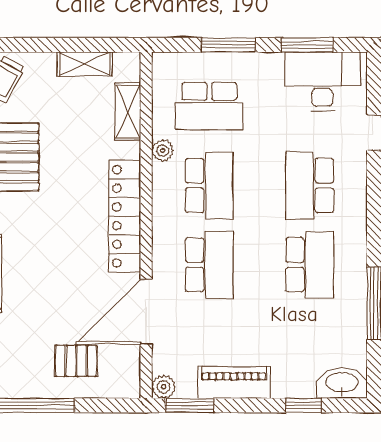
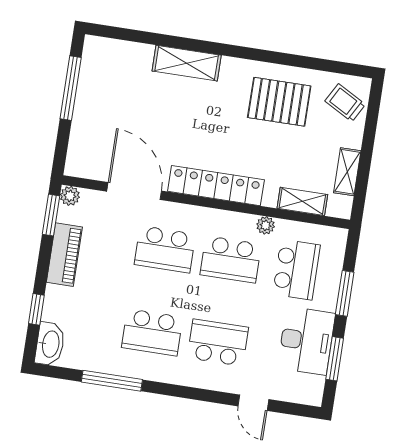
desk: (322, 81) -> (306, 341), moved
school desk: (209, 106) -> (296, 270), turned 180
pallet: (76, 361) -> (103, 127), removed

